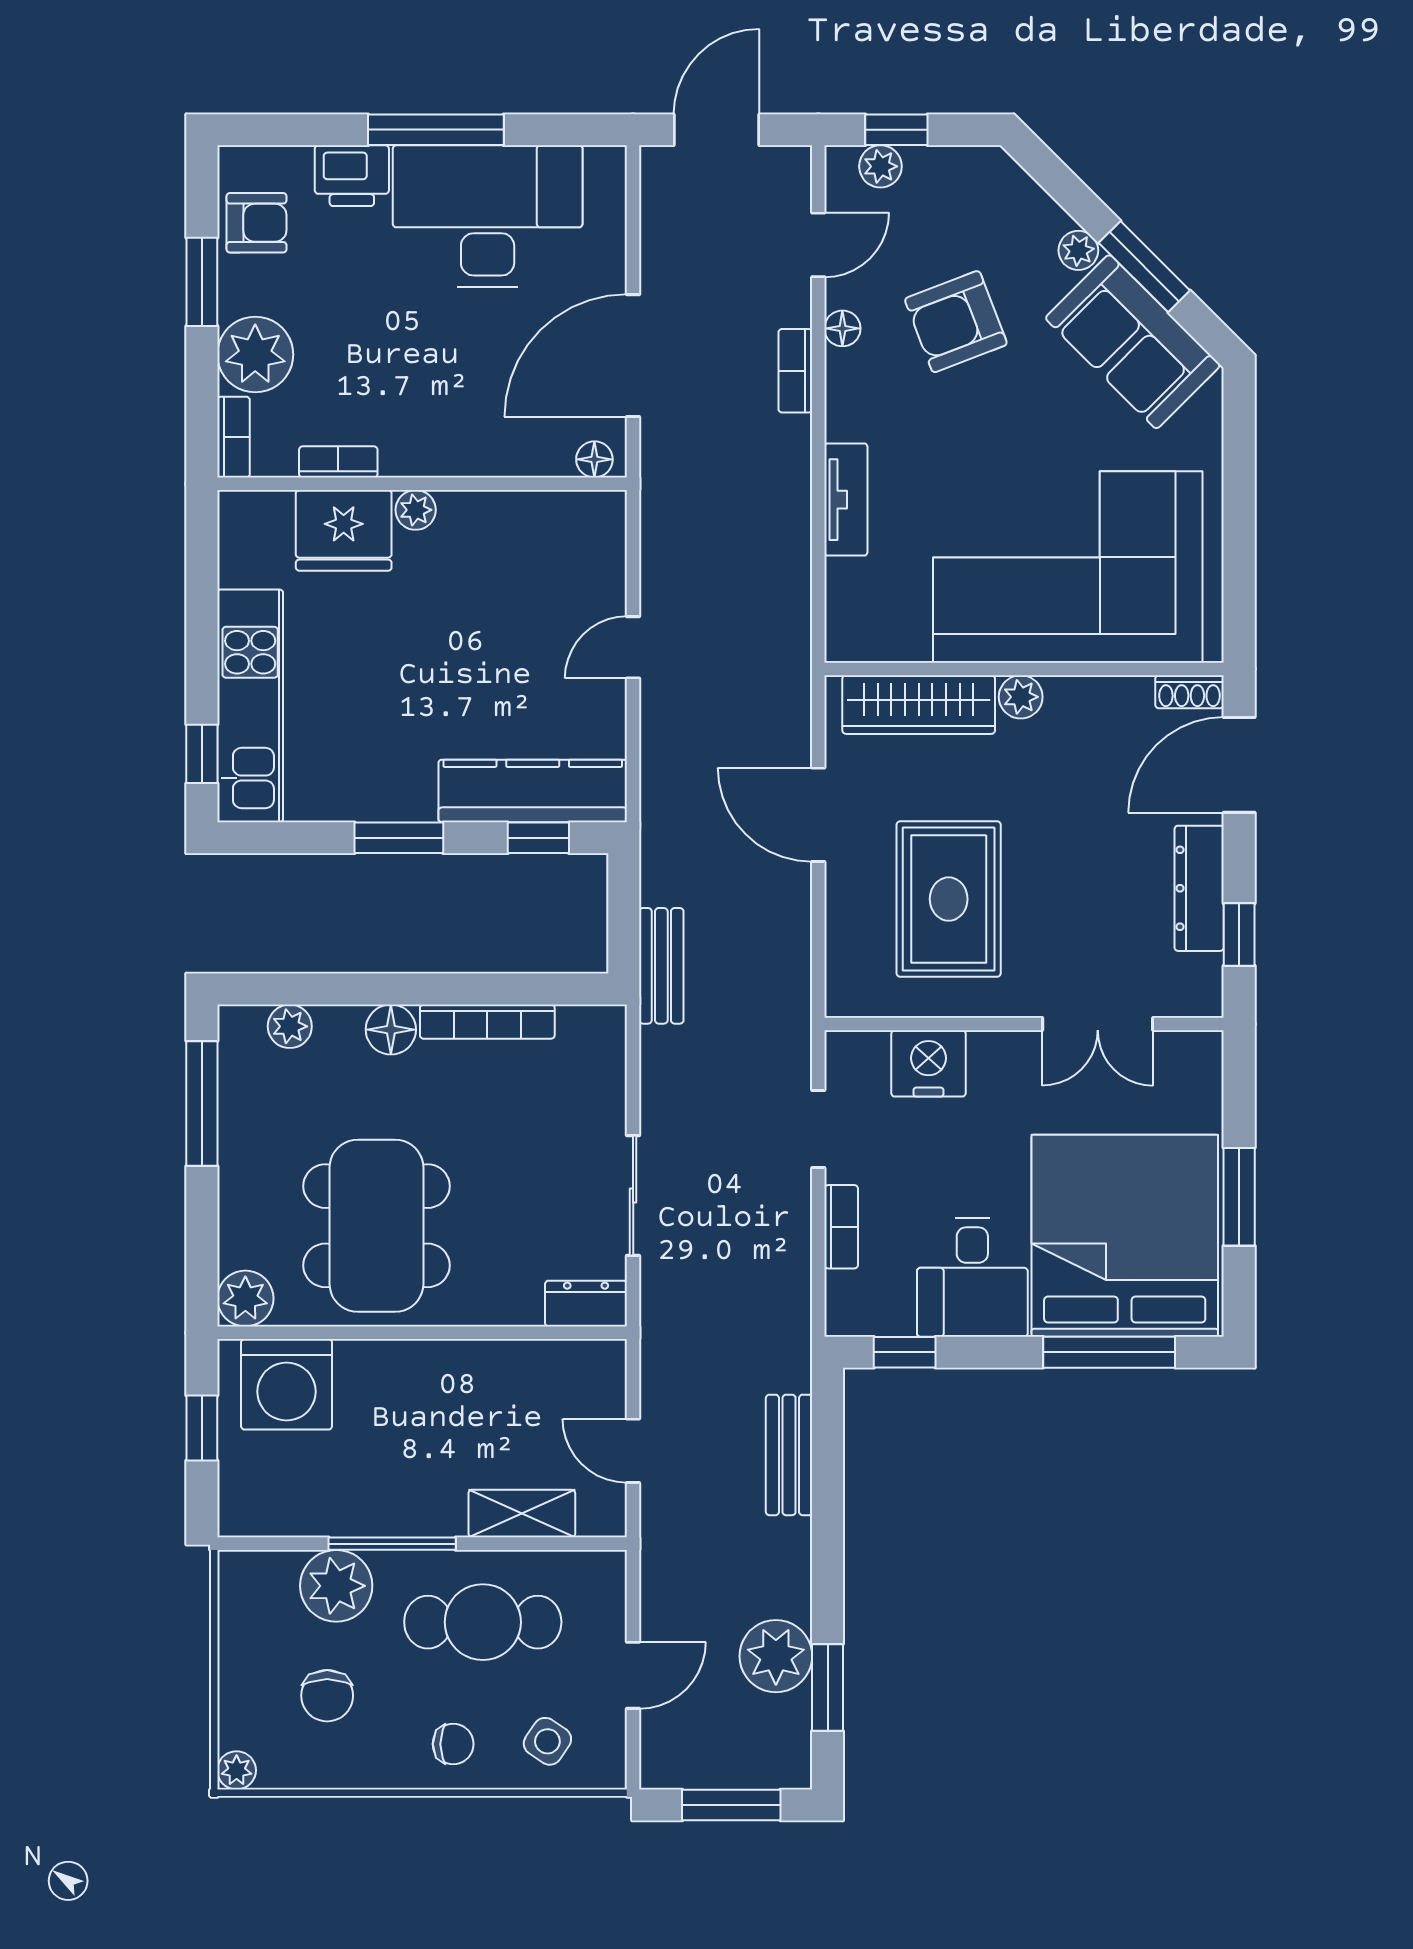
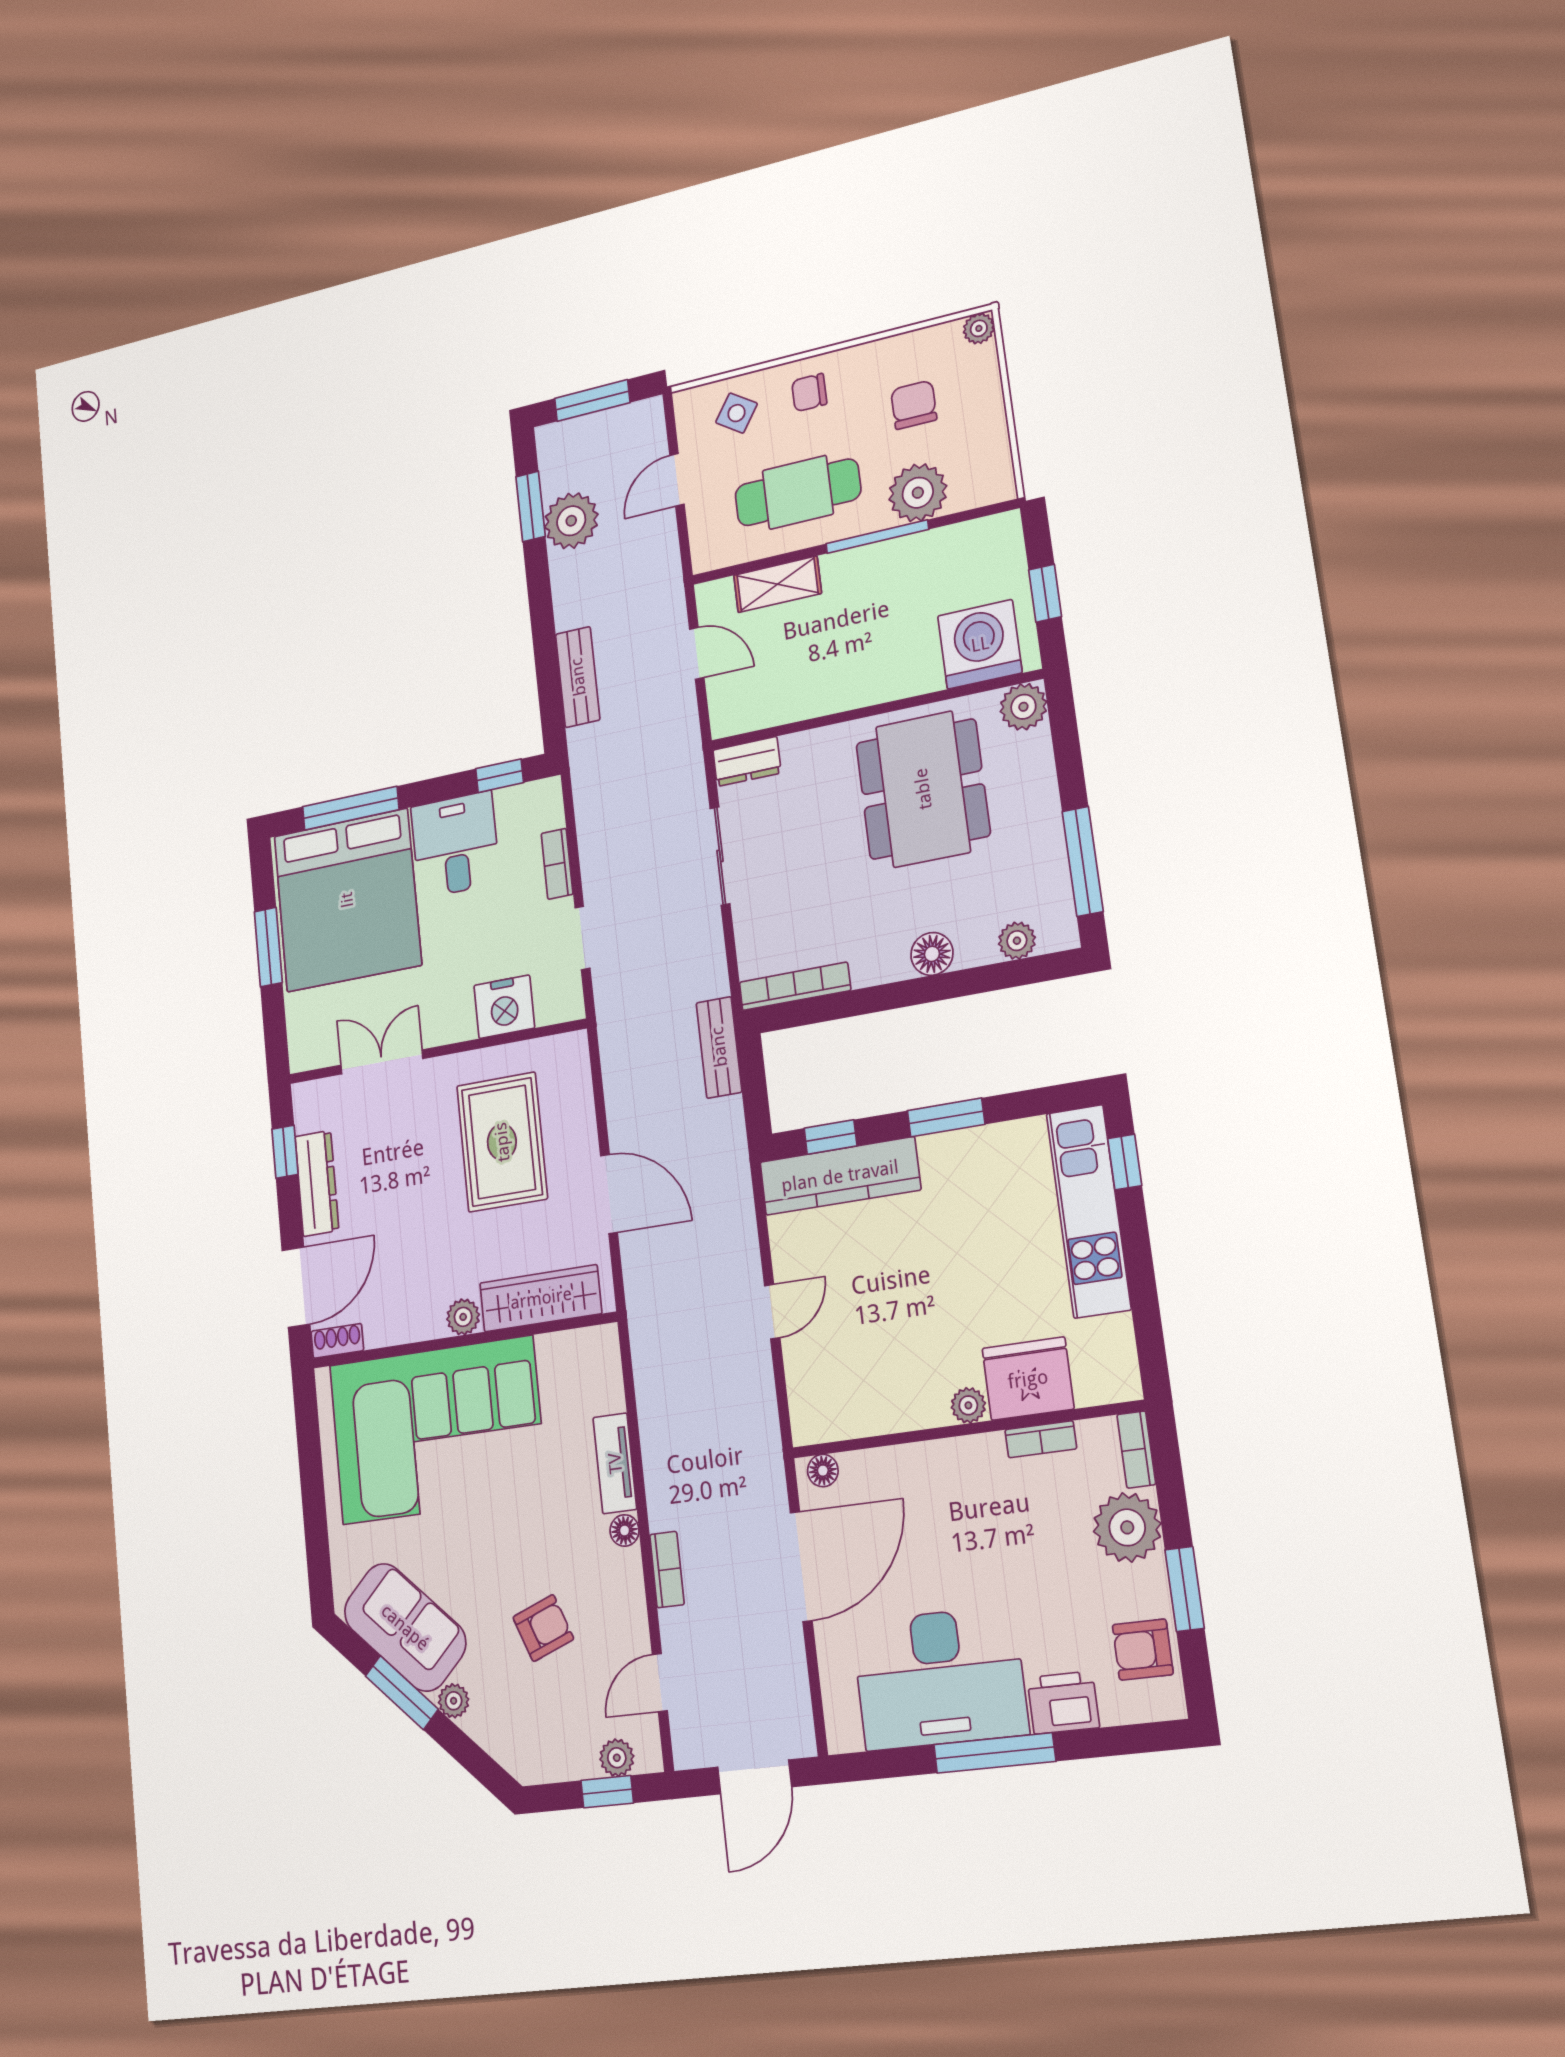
armchair: (956, 322) -> (543, 1628), width x0.72, depth x0.72
floor lamp: (842, 328) -> (625, 1530), moved
bookcase: (487, 1022) -> (795, 986), moved

